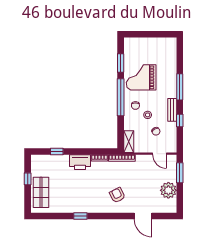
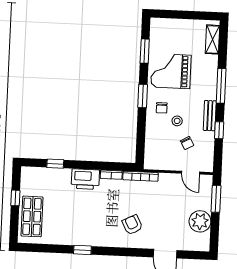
window: (121, 97) -> (143, 96), width x0.47
shelving: (129, 142) -> (213, 39), moved

